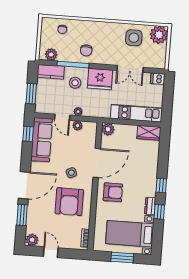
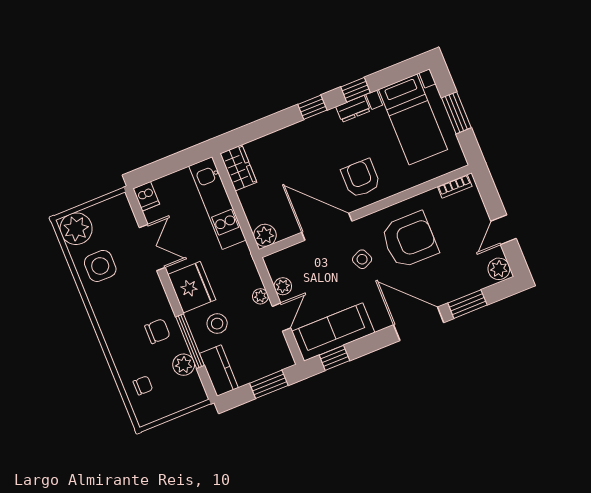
plant: (51, 54) -> (184, 365), moved

